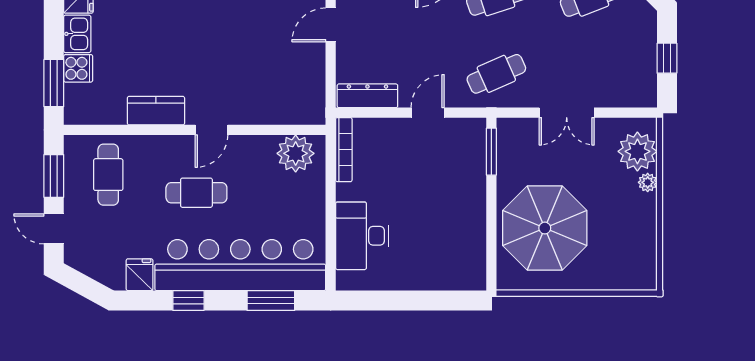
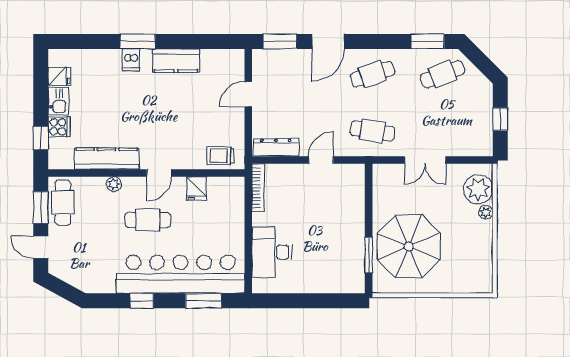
cafe table: (496, 74) -> (372, 131), turned 33
window: (54, 83) -> (41, 138), width x0.67
trolley: (294, 107) -> (220, 156), added
kitchen counter: (156, 111) -> (107, 159), width x1.50
window: (491, 152) -> (369, 255), moved
plant: (296, 153) -> (114, 184), moved, width x0.53, depth x0.53
cafe table: (108, 175) -> (63, 203), moved
fridge: (140, 275) -> (196, 189), moved, turned 180

